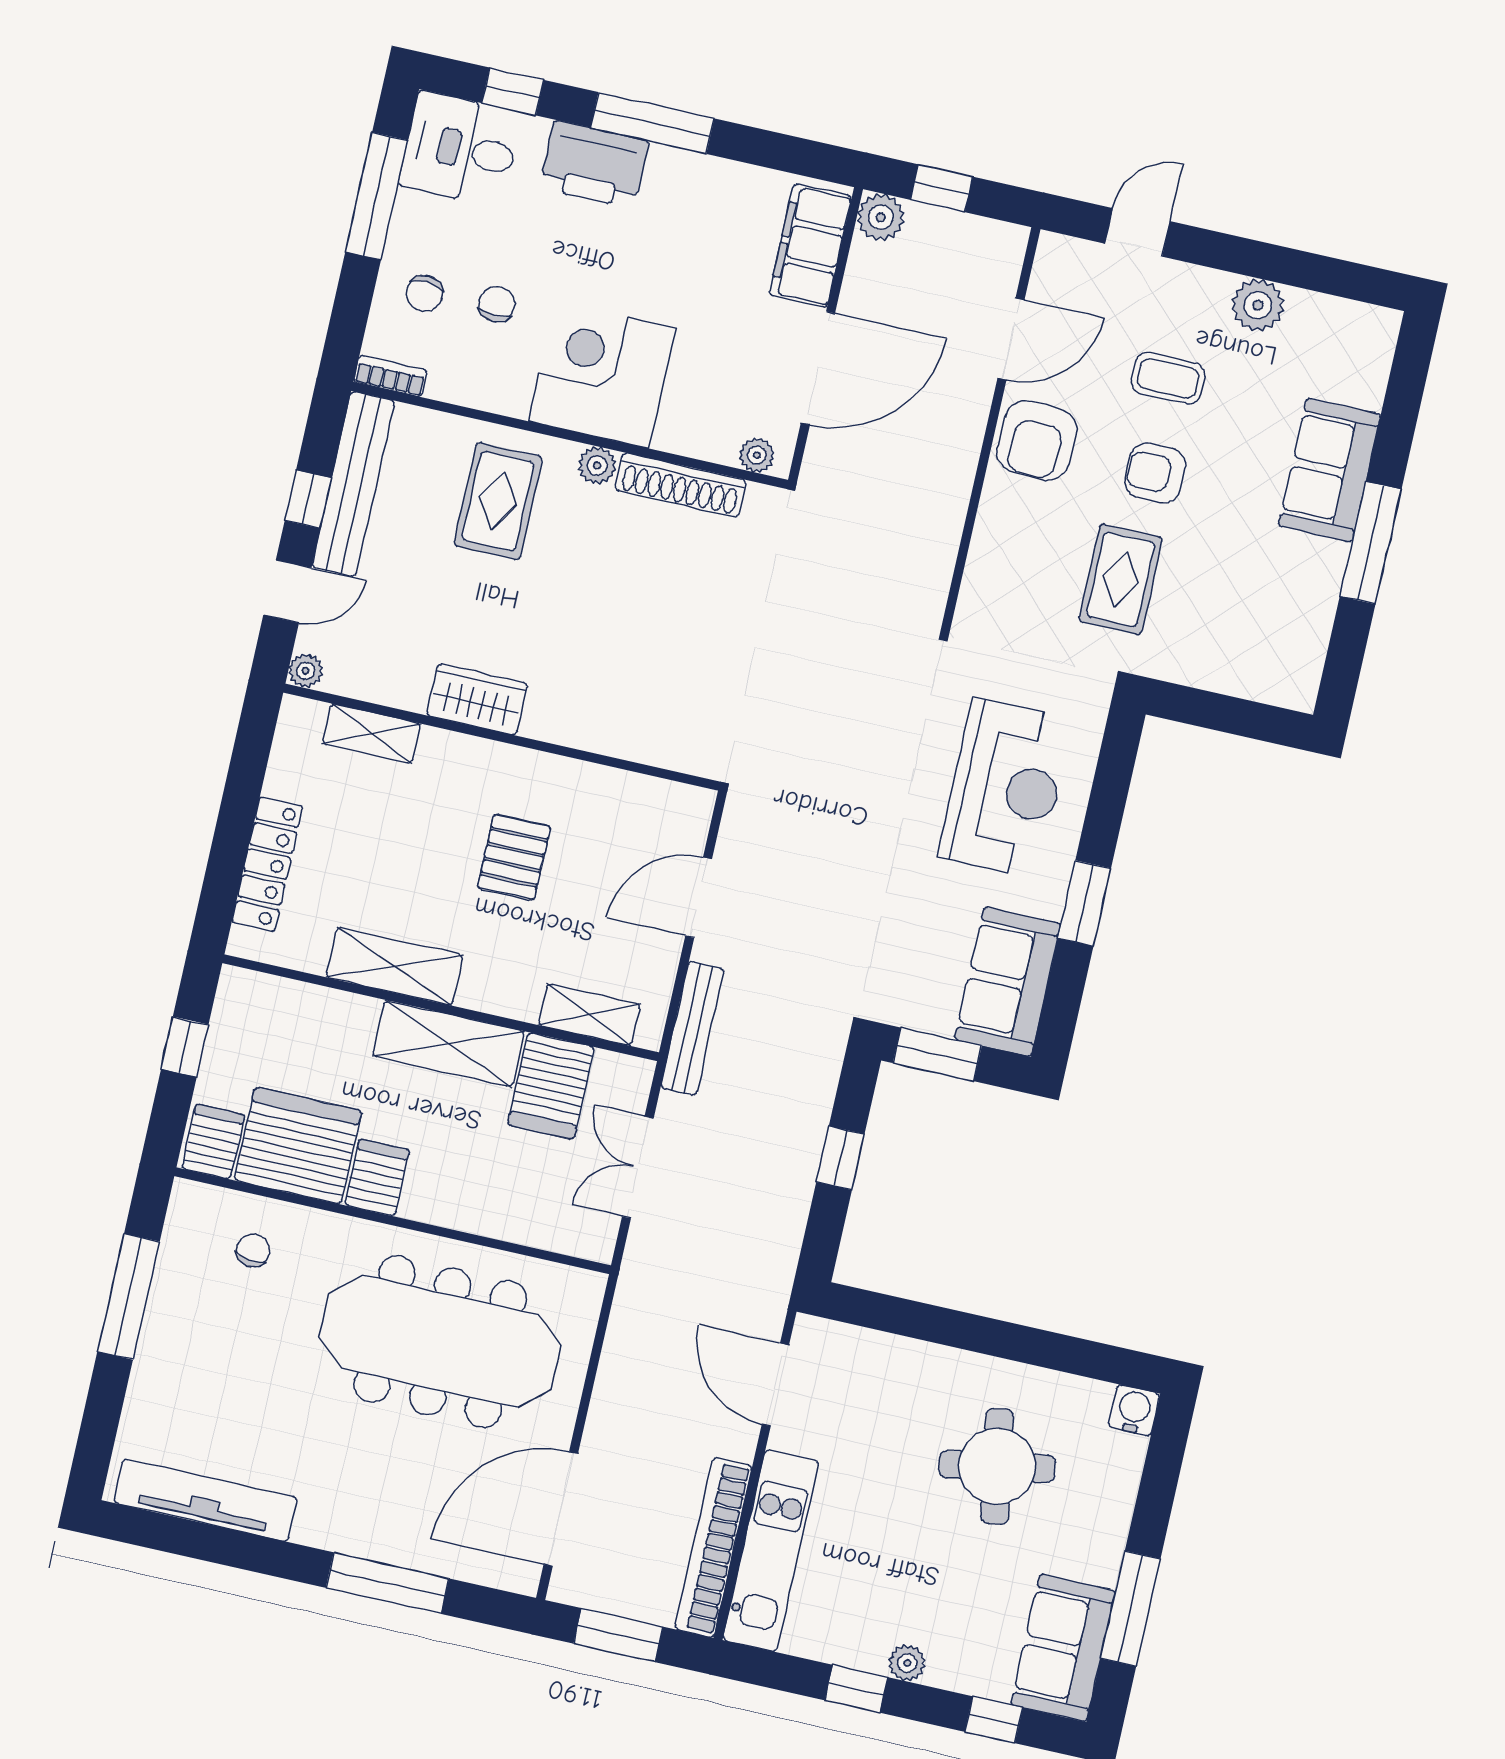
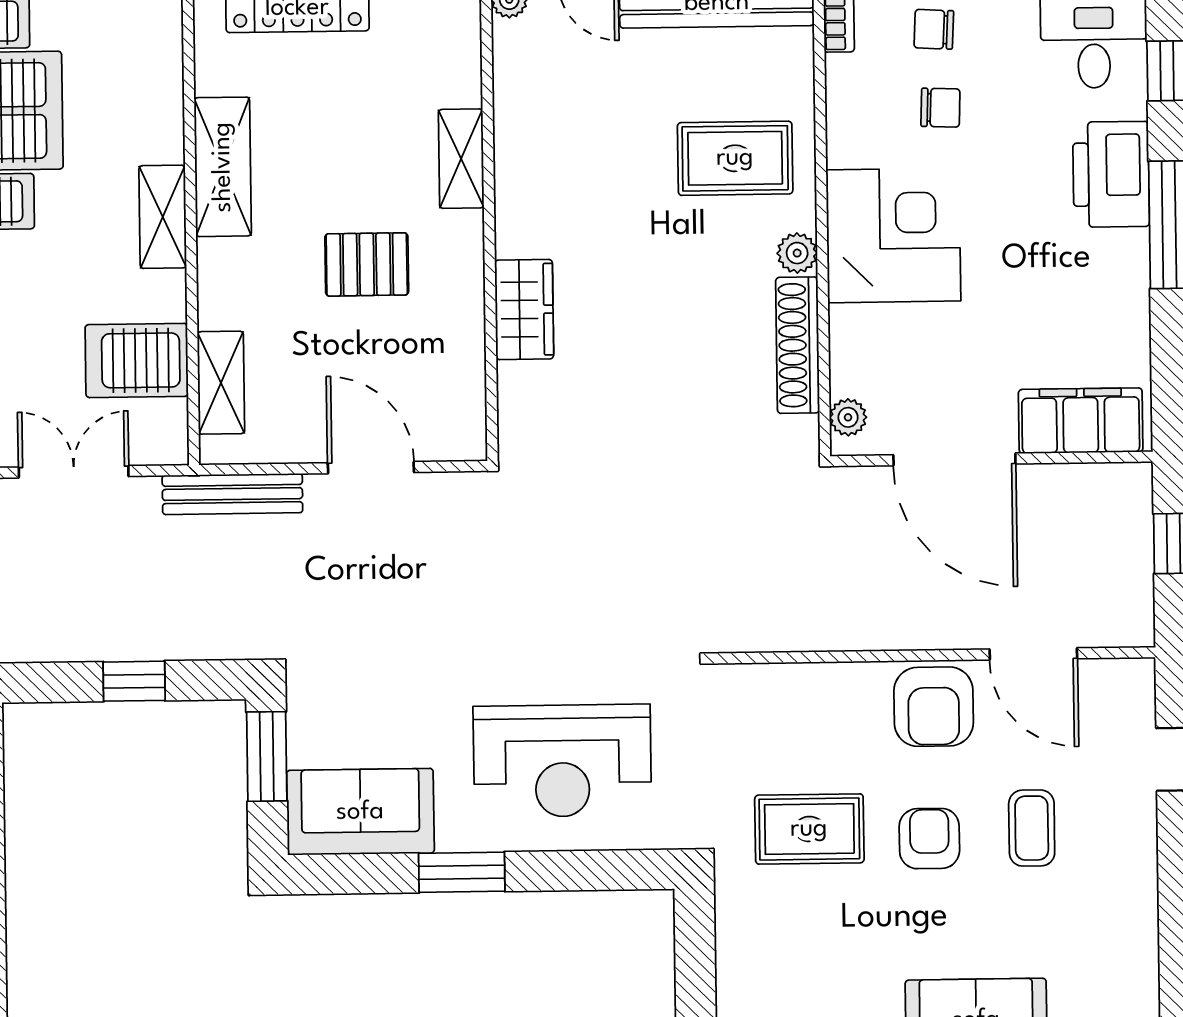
plant: (881, 217) -> (1128, 487), removed
plant: (1258, 305) -> (1131, 904), removed
armchair: (1037, 441) -> (934, 707), turned -92
wardrobe: (477, 699) -> (524, 309), moved
shelving: (371, 734) -> (461, 159), moved
shelving: (448, 1044) -> (163, 217), width x0.67, depth x0.75

